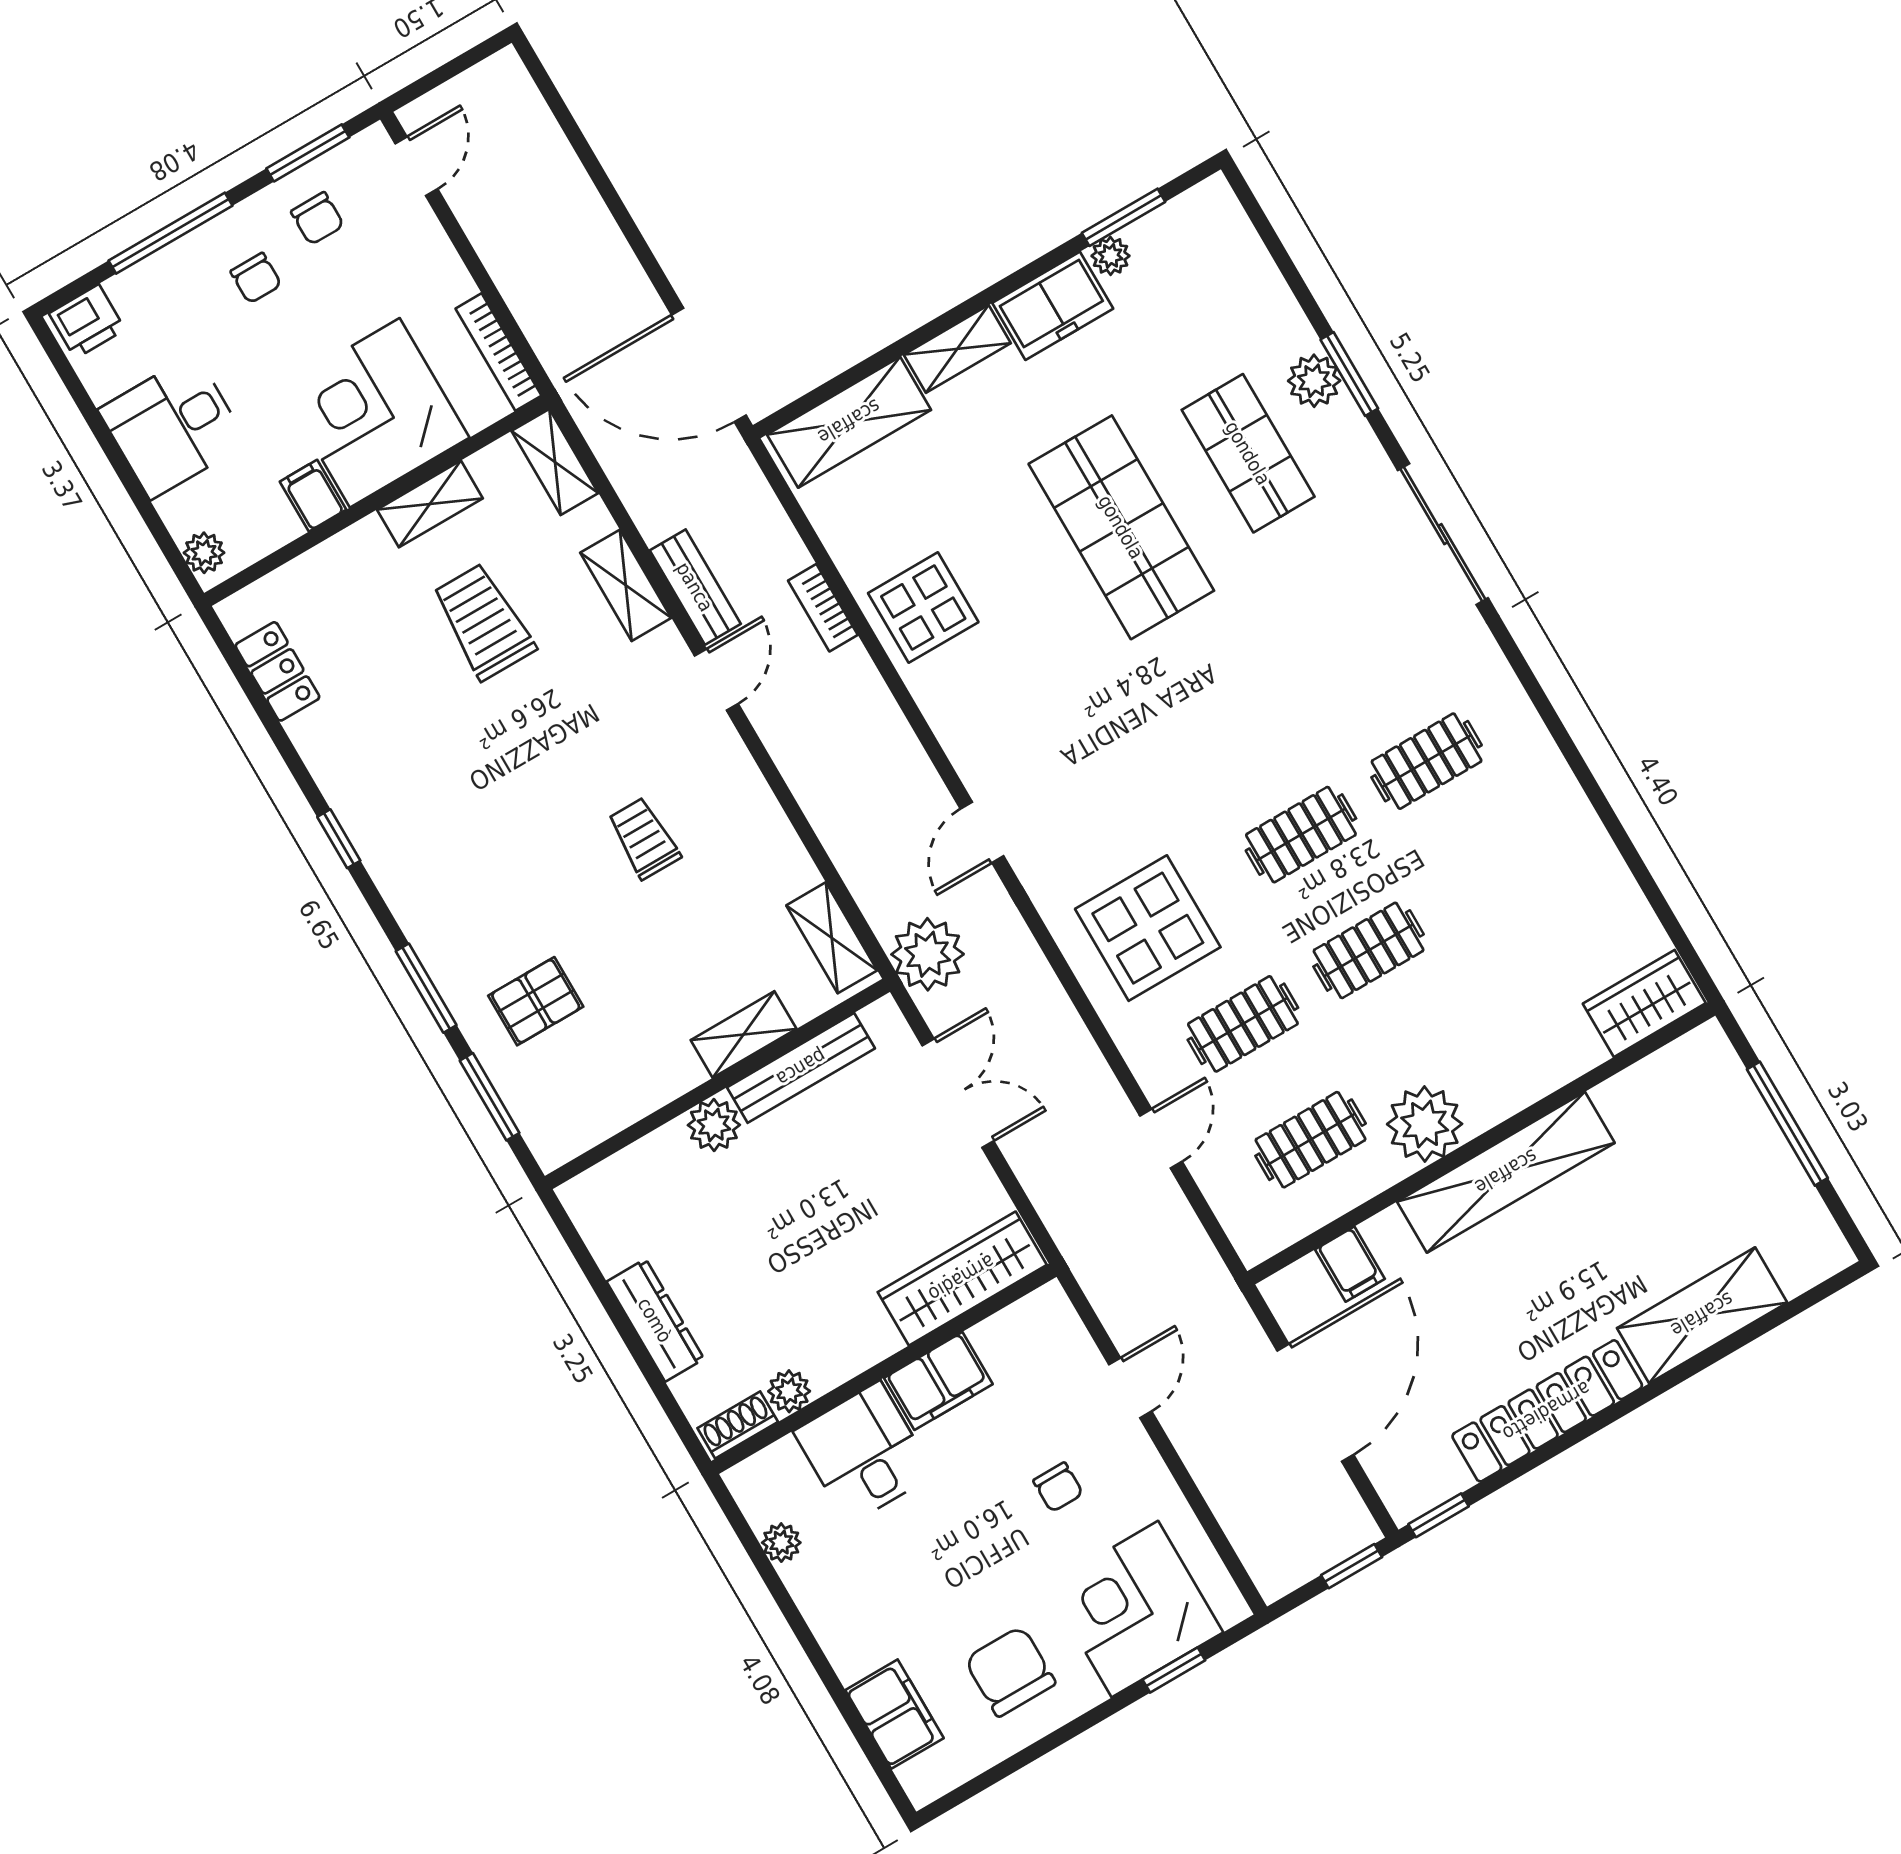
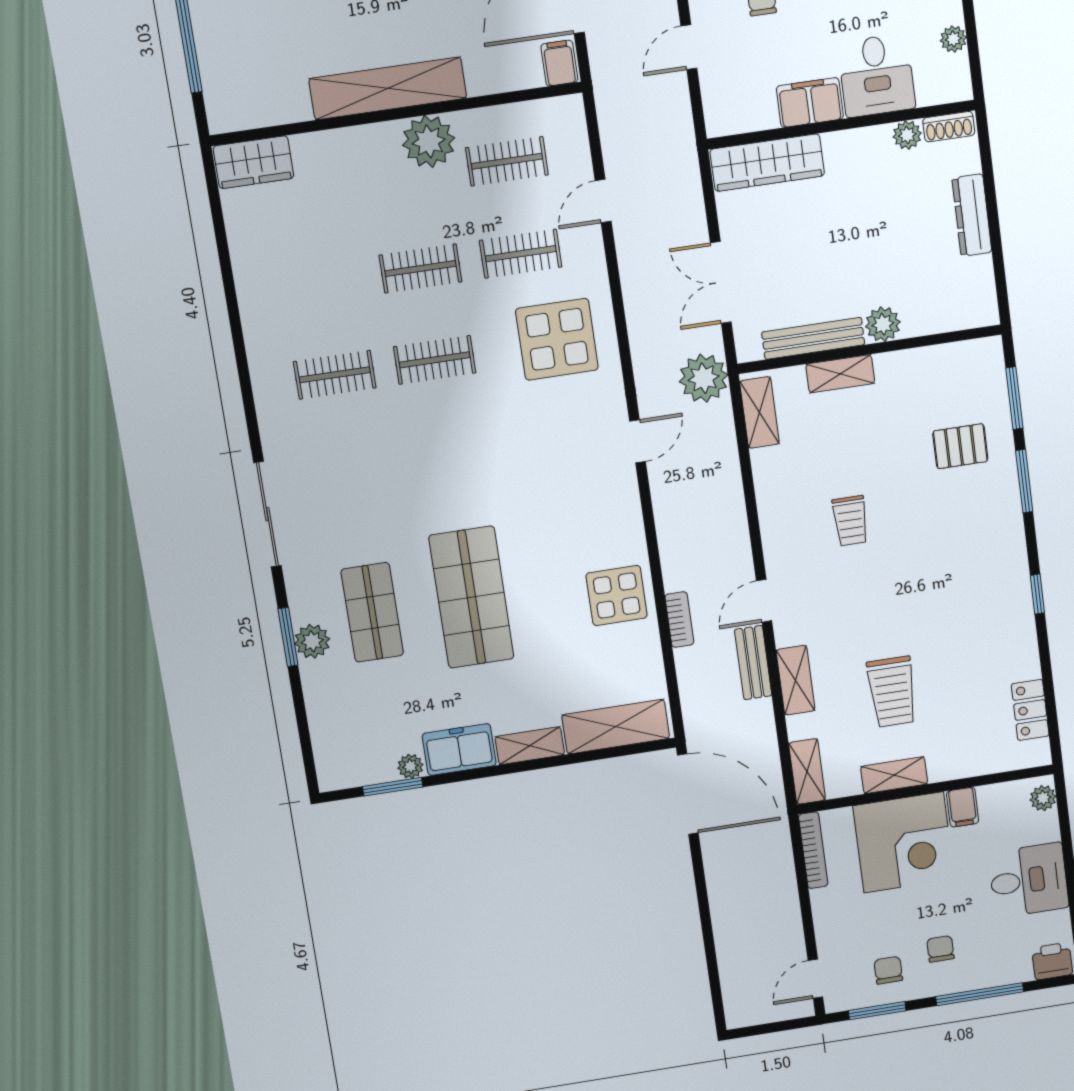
filing cabinet: (1350, 1264) -> (559, 63), moved

